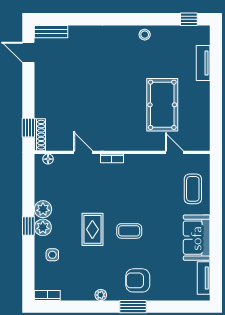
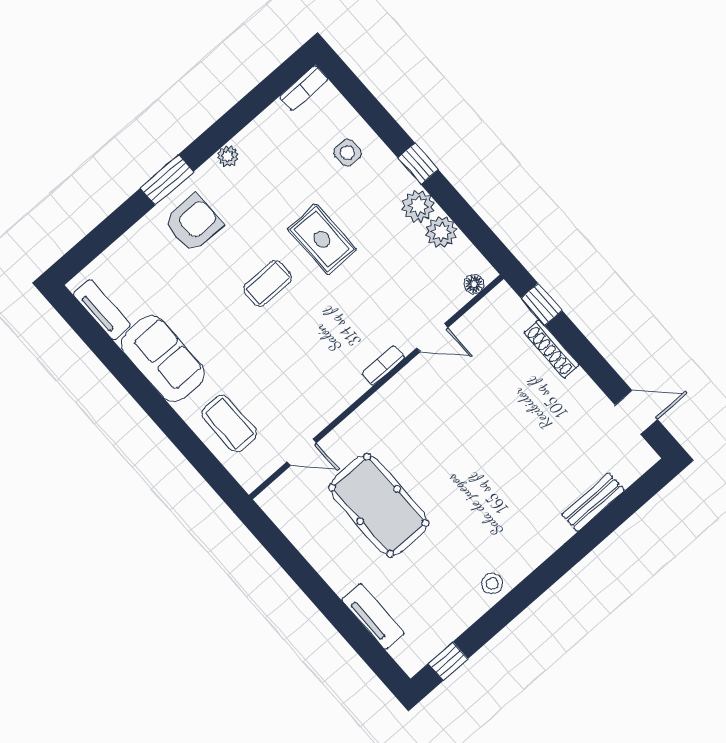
bench: (51, 32) -> (593, 502), moved
shoe rack: (40, 135) -> (552, 349), moved
plant: (43, 227) -> (441, 232), moved

